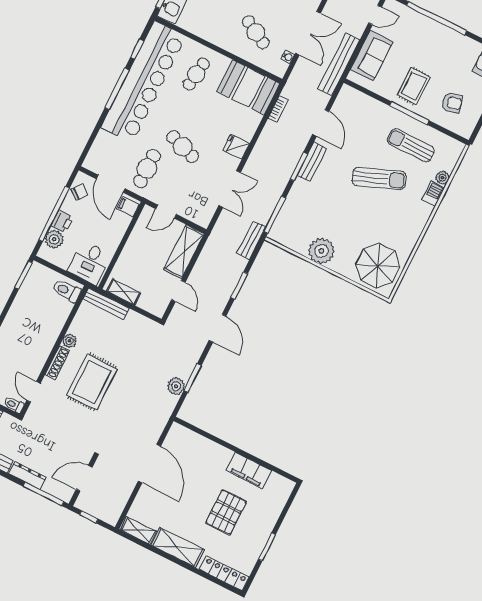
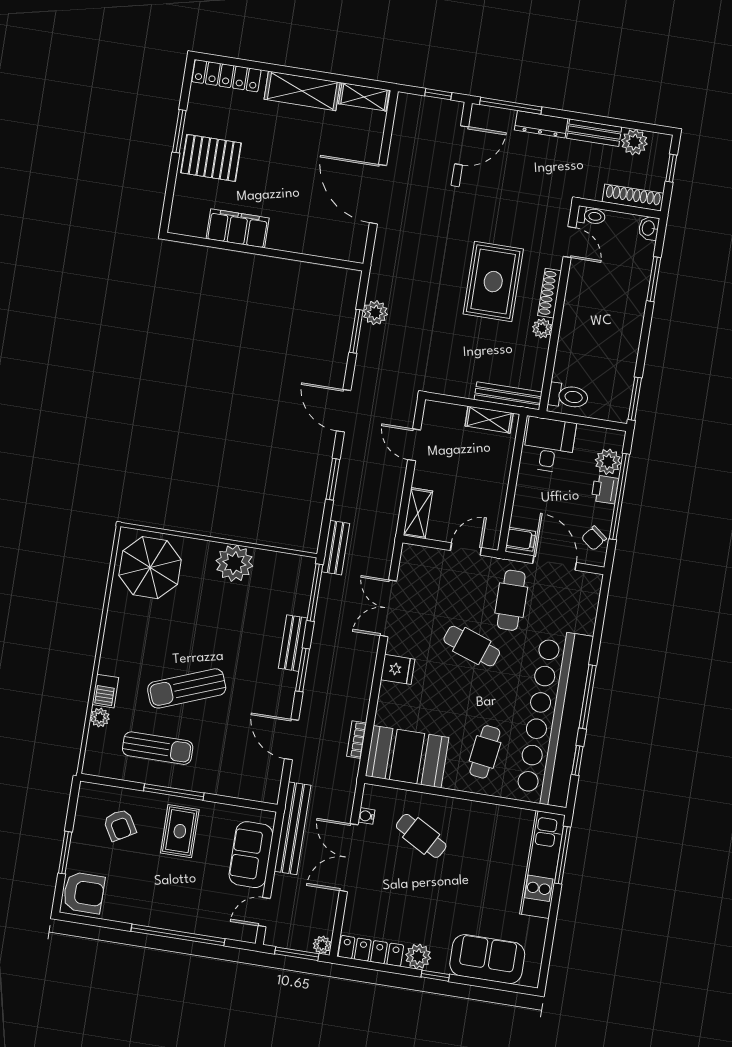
armchair: (452, 103) -> (120, 825), turned -105
bench: (312, 162) -> (293, 643), moved
shelving: (184, 252) -> (418, 513), width x0.67, depth x0.75
pallet: (226, 512) -> (211, 158), moved, turned 90

